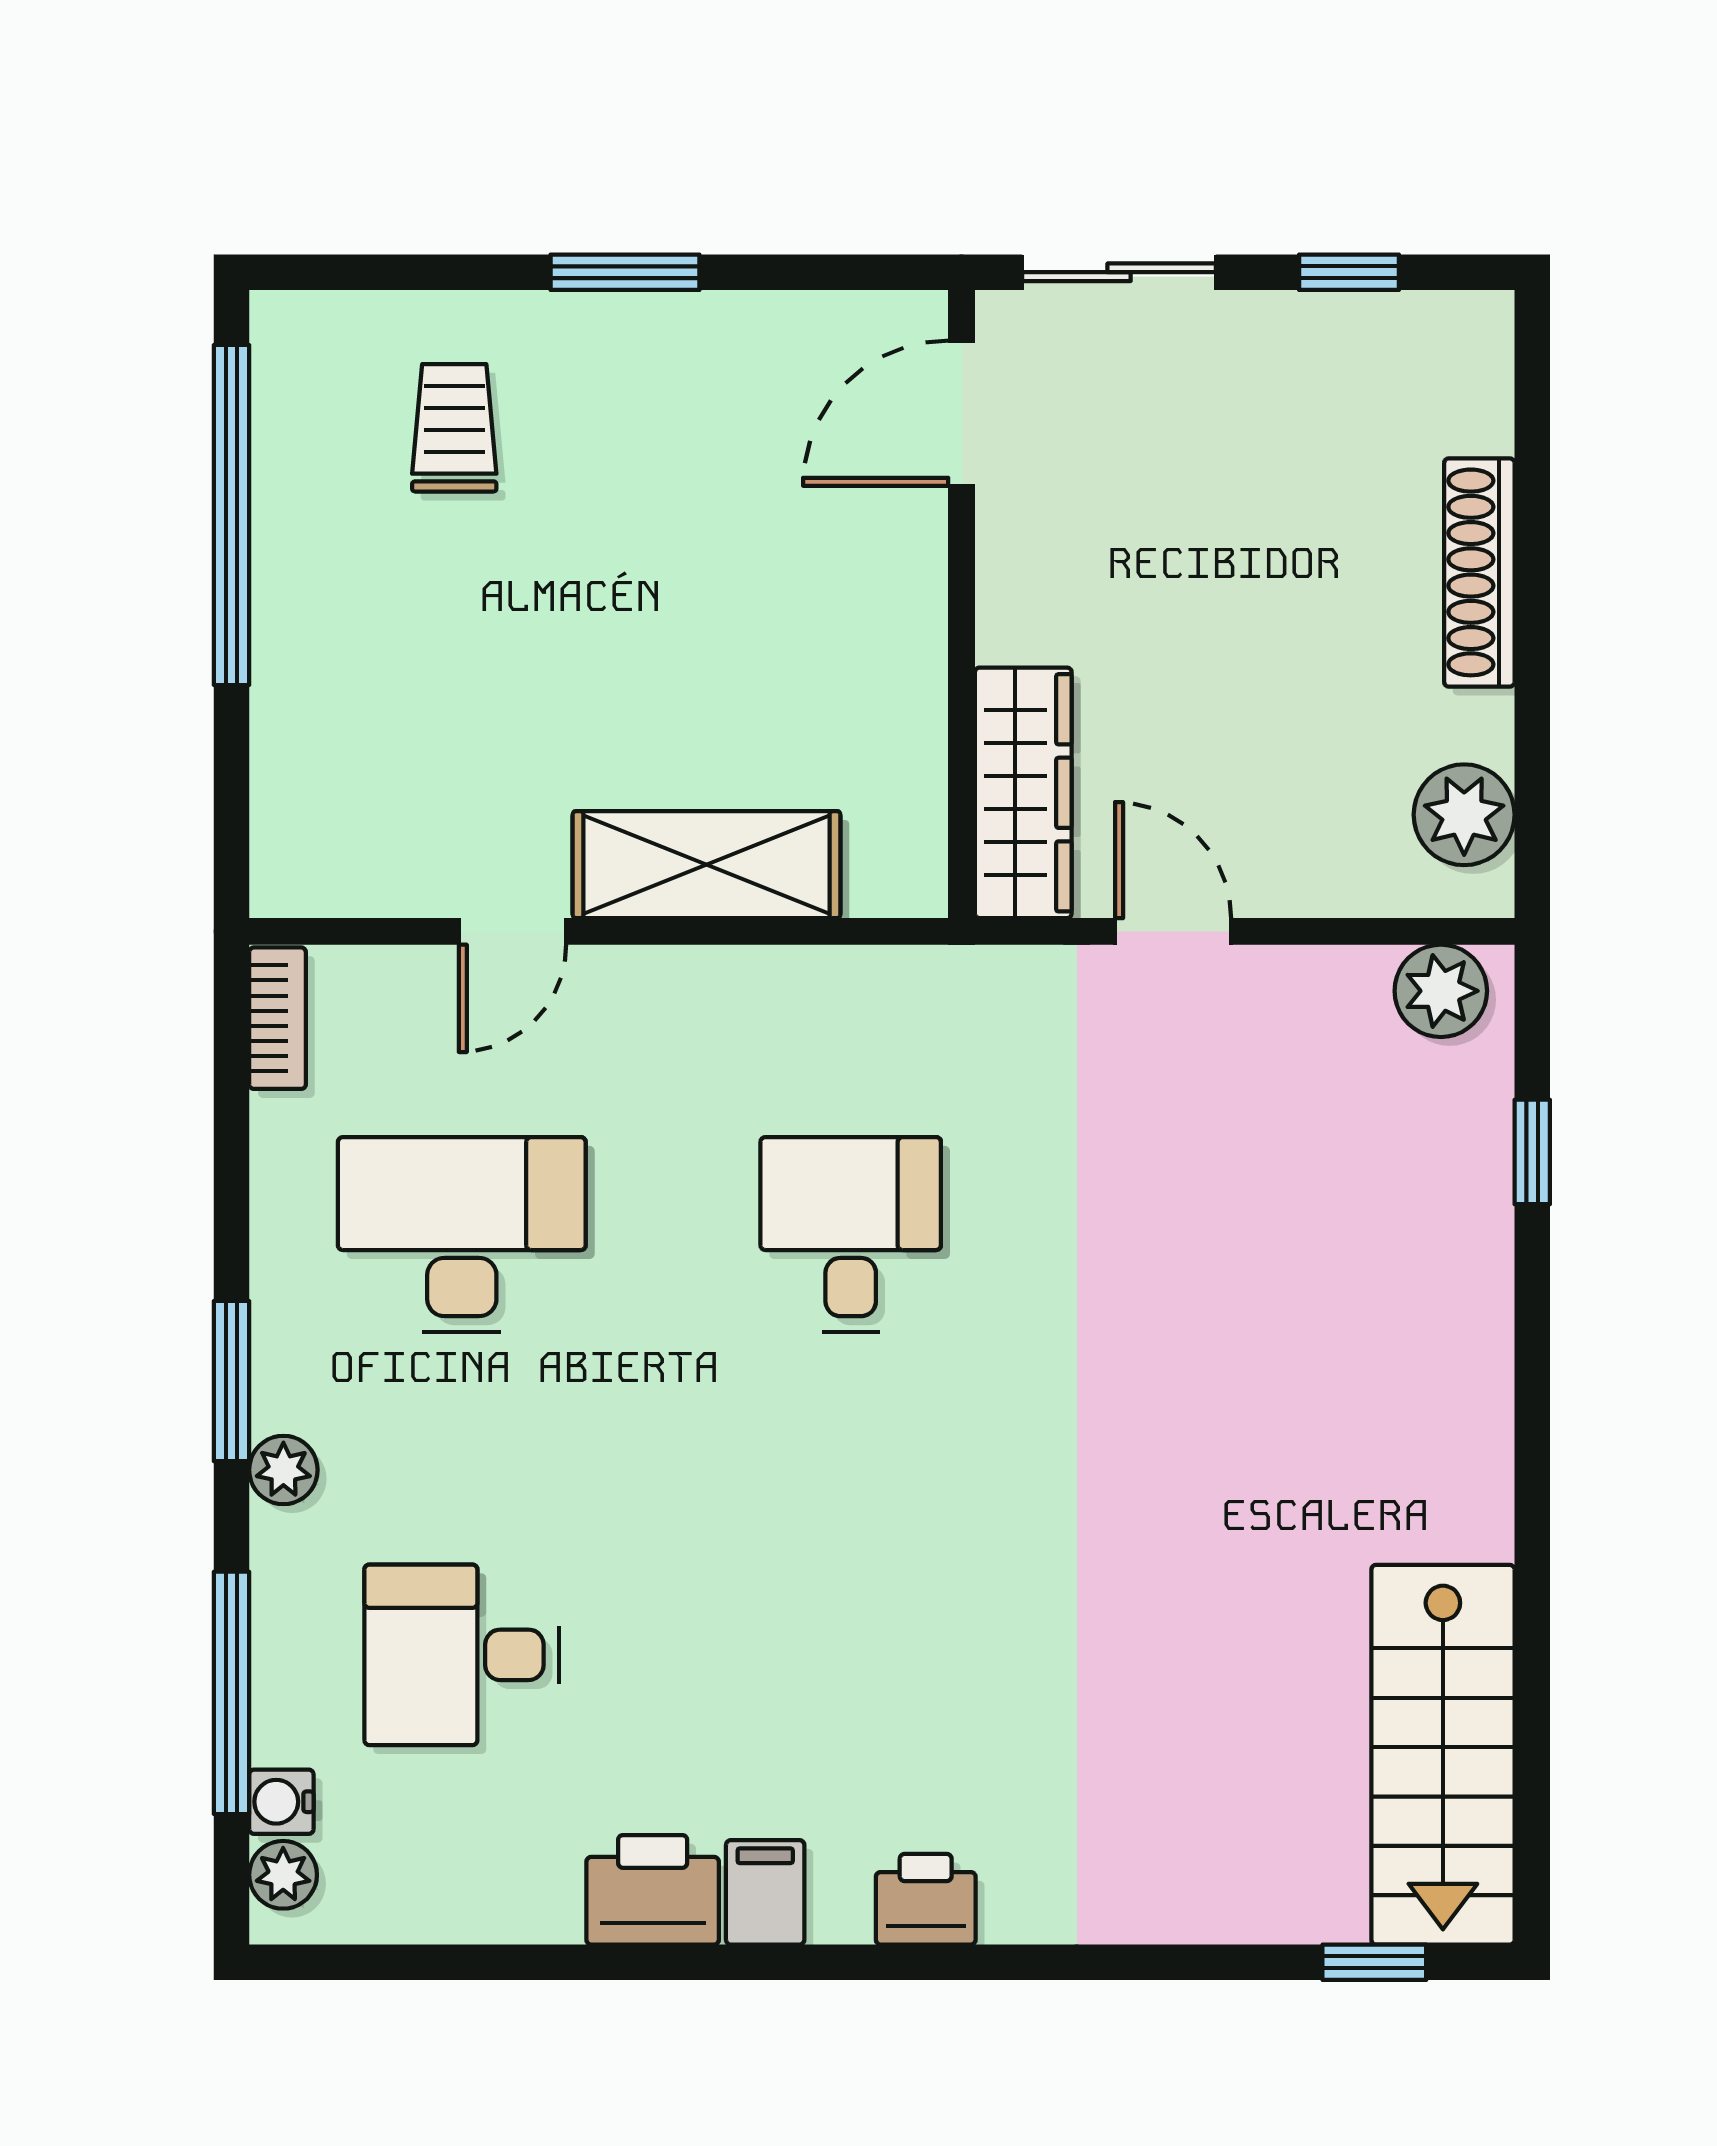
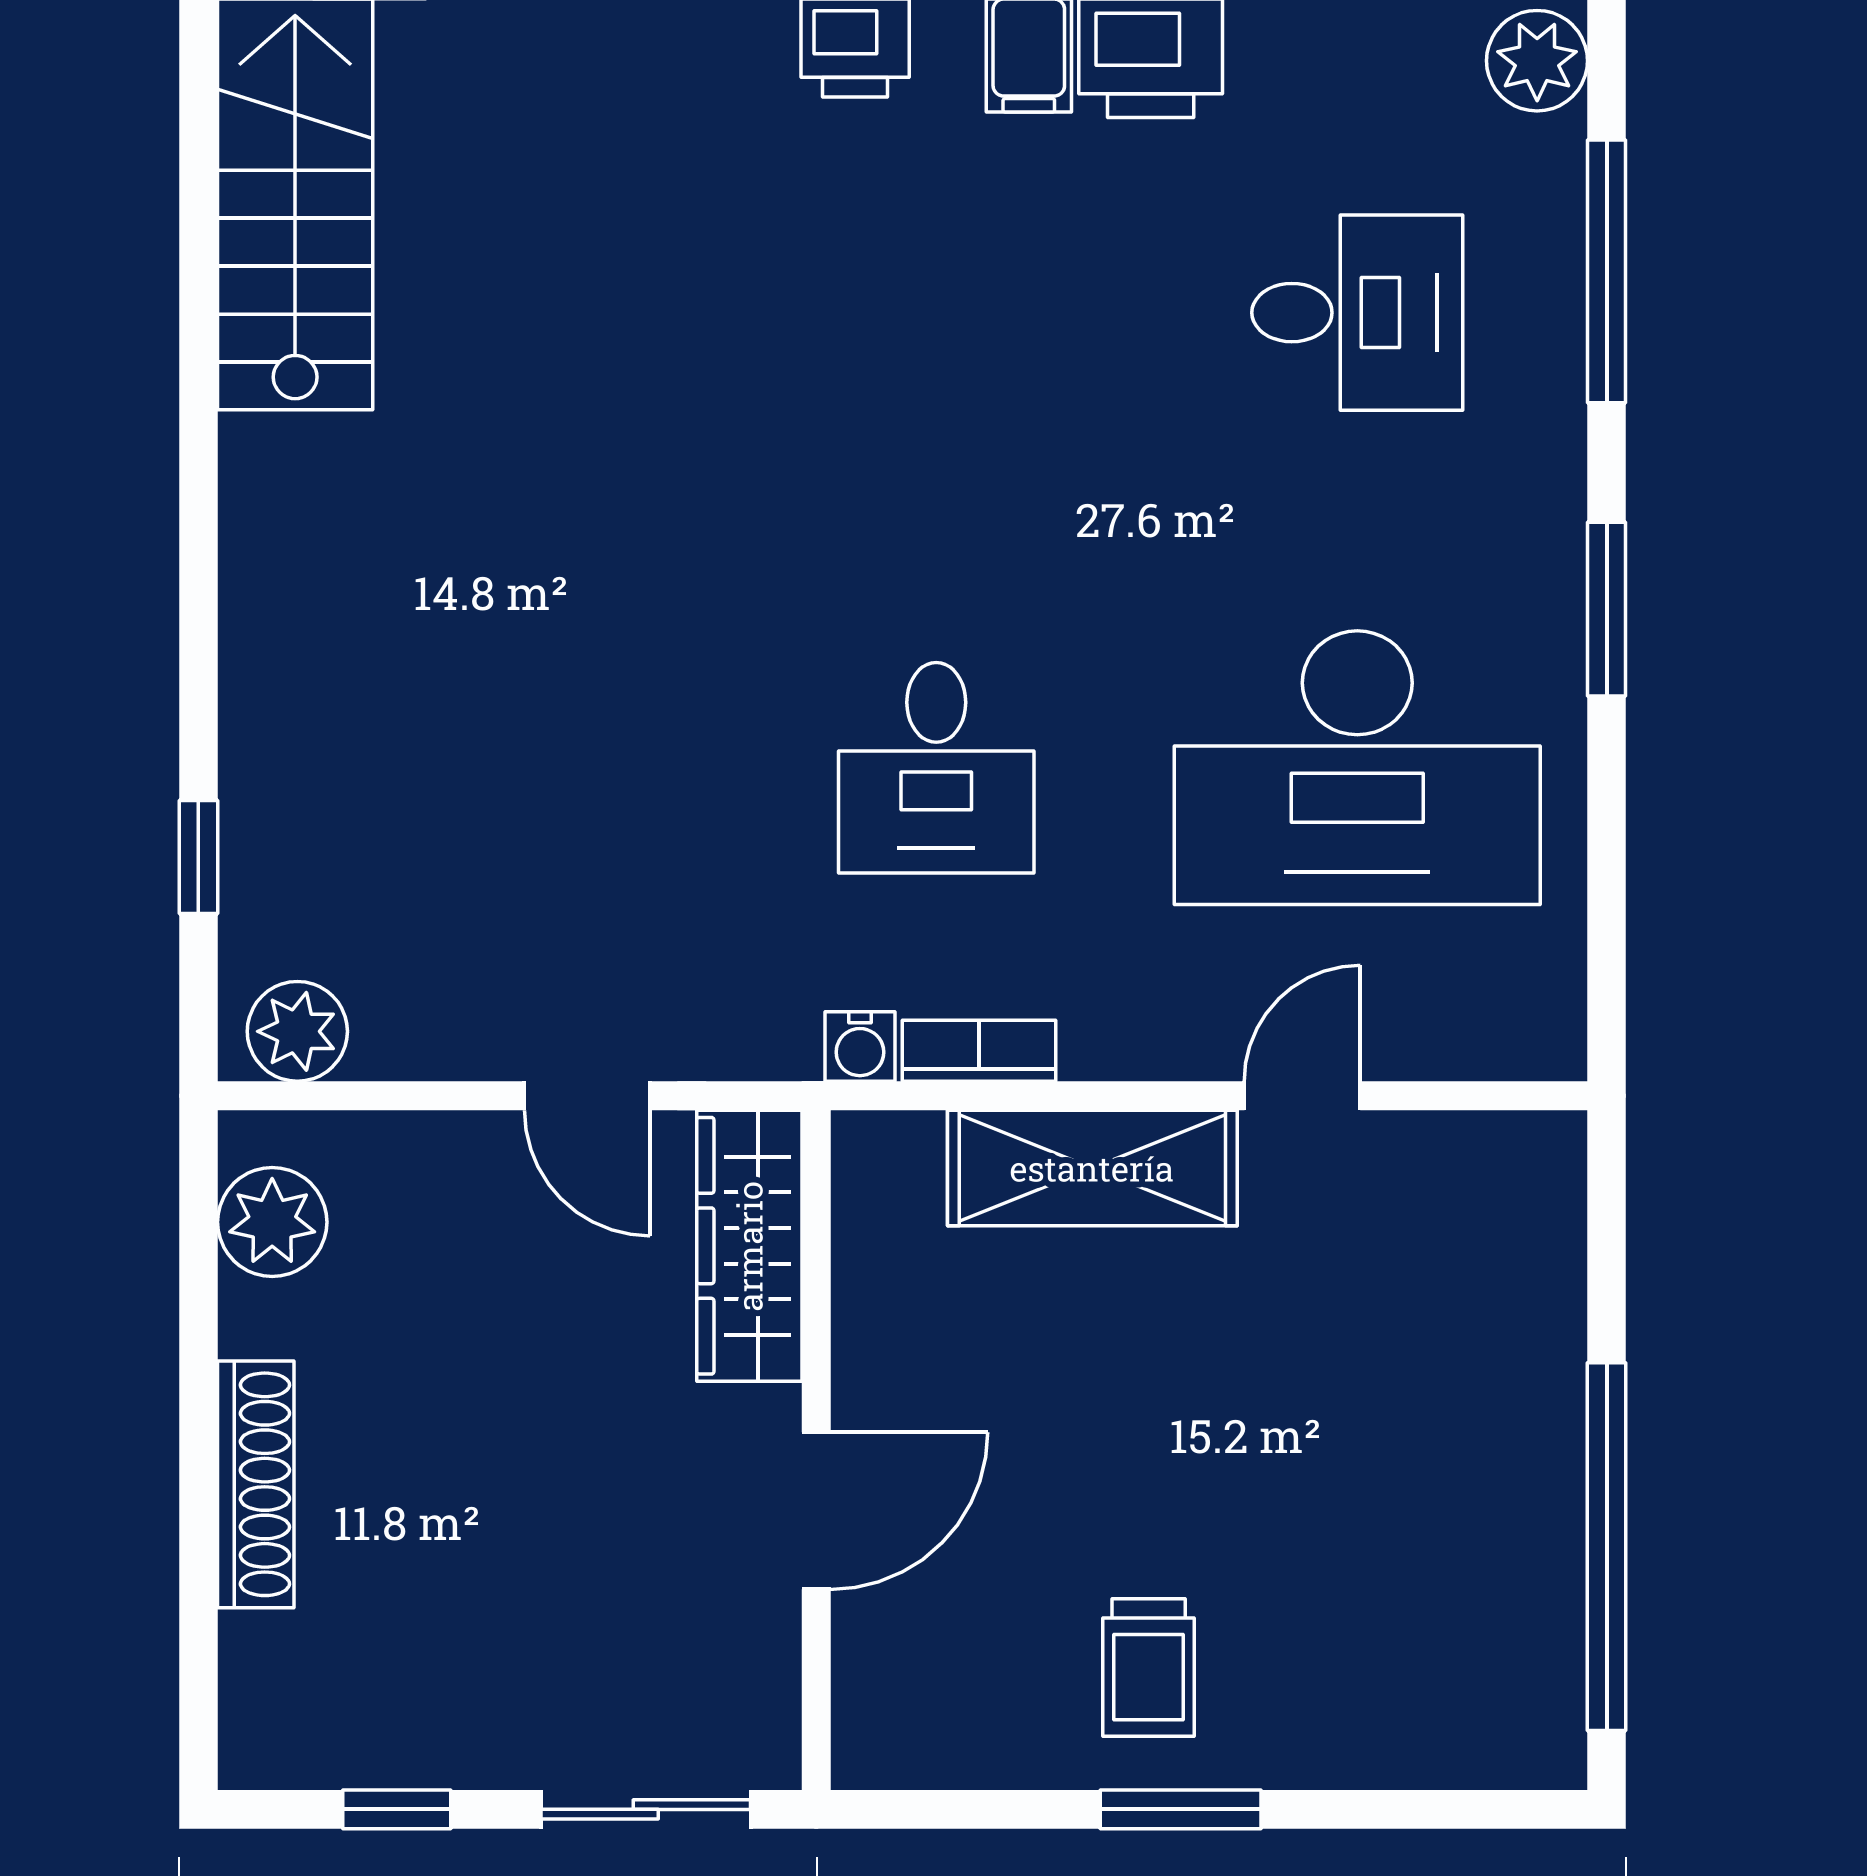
door: (962, 413) -> (816, 1511), moved
trolley: (454, 428) -> (1149, 1668), moved
bookcase: (278, 1018) -> (979, 1051), moved, turned 90
desk: (462, 1234) -> (1357, 768), width x1.36, depth x1.30
plant: (283, 1470) -> (1550, 513), removed
water cooler: (281, 1802) -> (860, 1047), moved, turned 90
plant: (283, 1875) -> (1537, 61), width x1.38, depth x1.38

